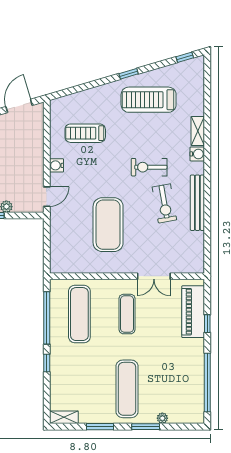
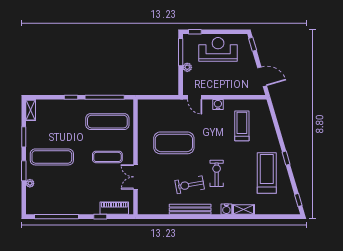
piano: (193, 312) -> (114, 208), width x0.73, depth x0.75

